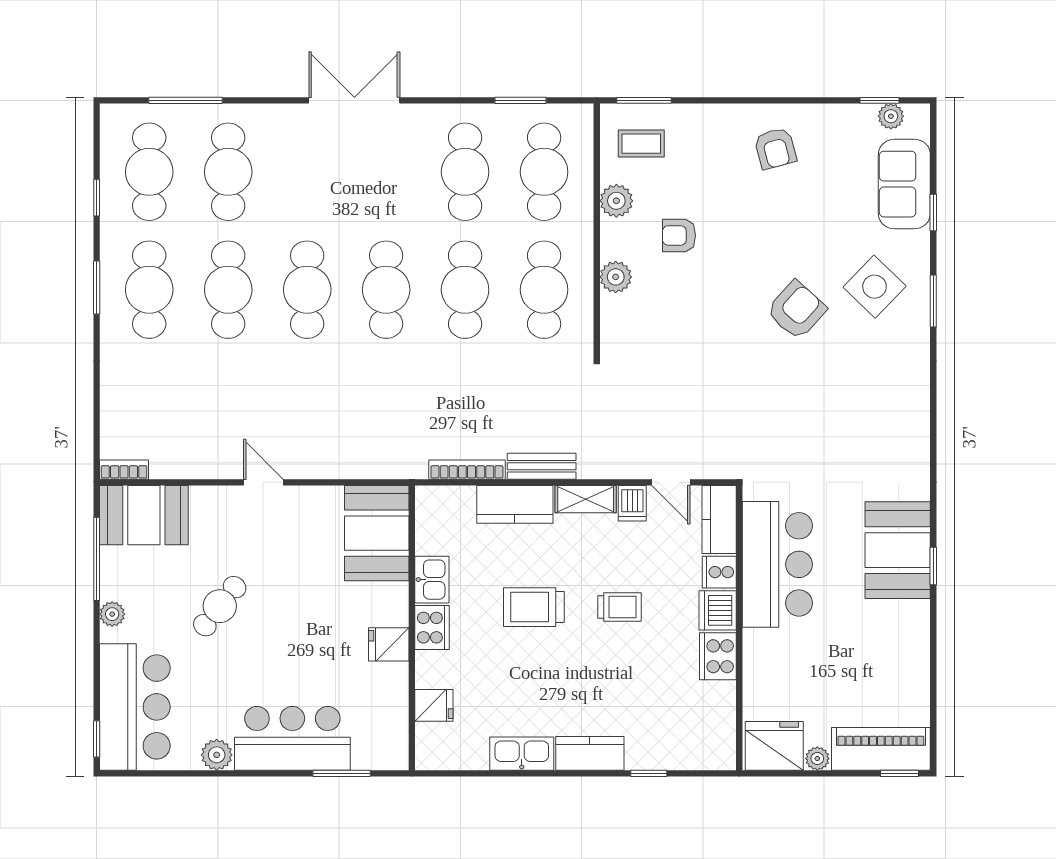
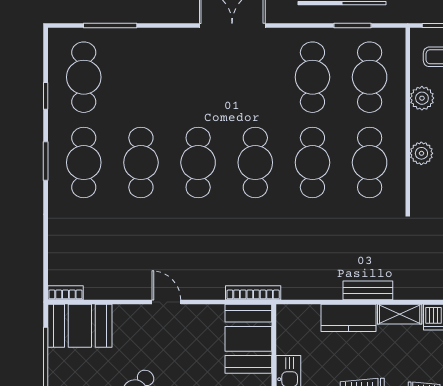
cafe table: (228, 172) -> (141, 77), removed
bookcase: (467, 470) -> (253, 293), moved

